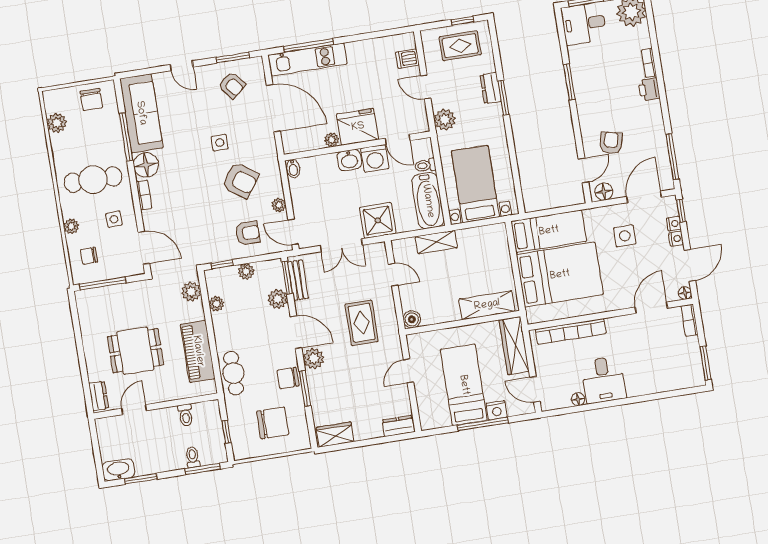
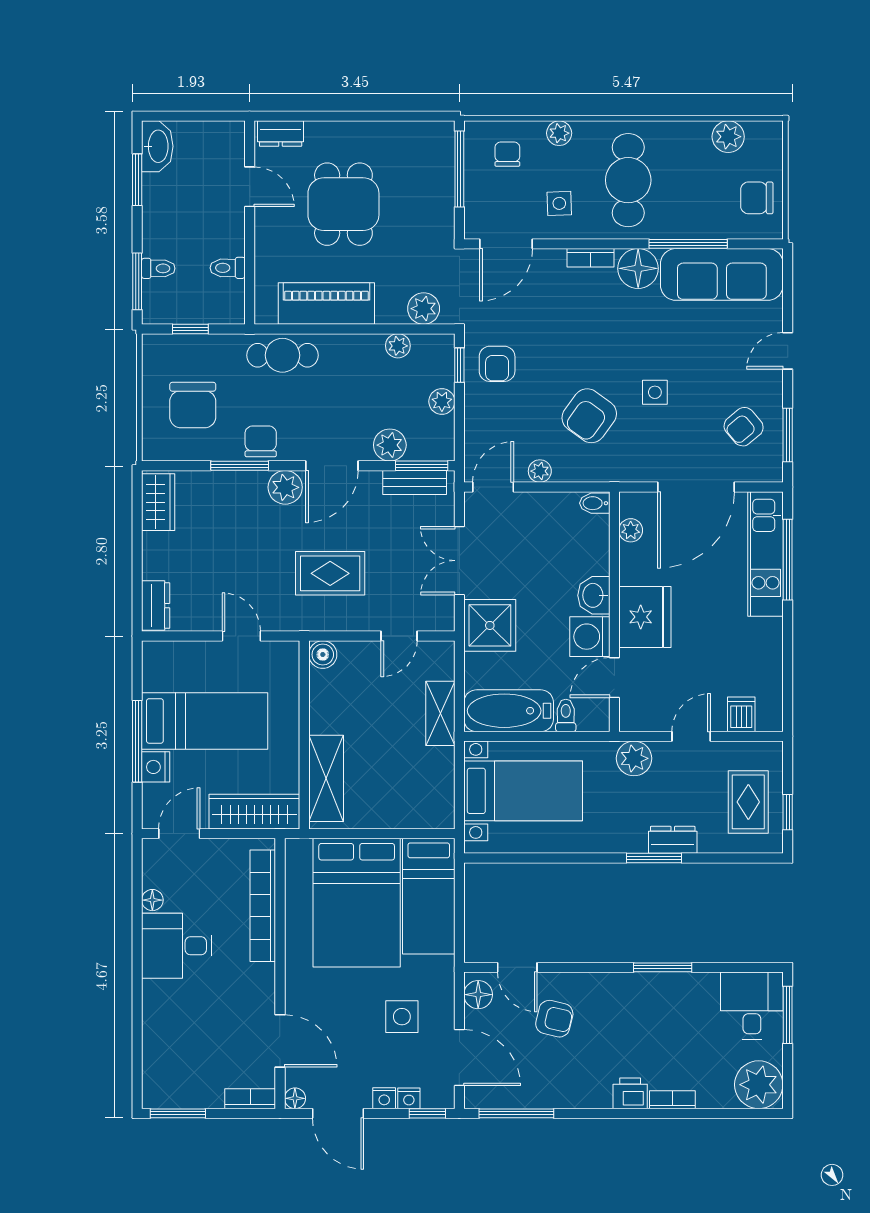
plant: (332, 140) -> (631, 530), moved
armchair: (248, 233) -> (497, 364), moved

